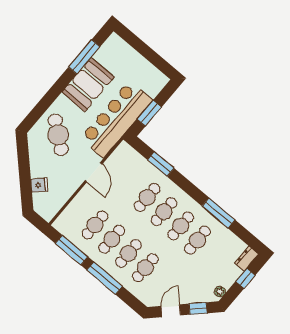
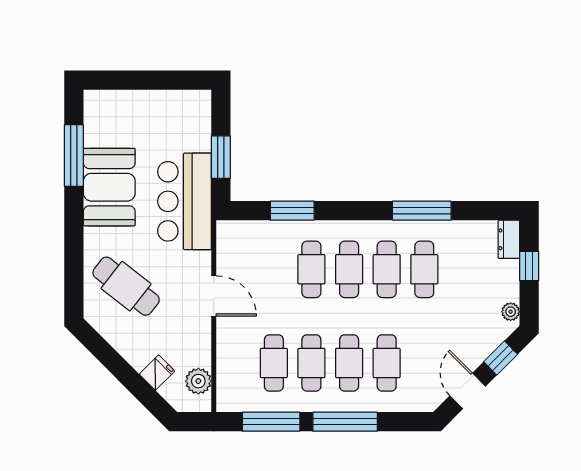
bar counter: (116, 119) -> (185, 201), width x0.73
plant: (54, 204) -> (198, 381), added

